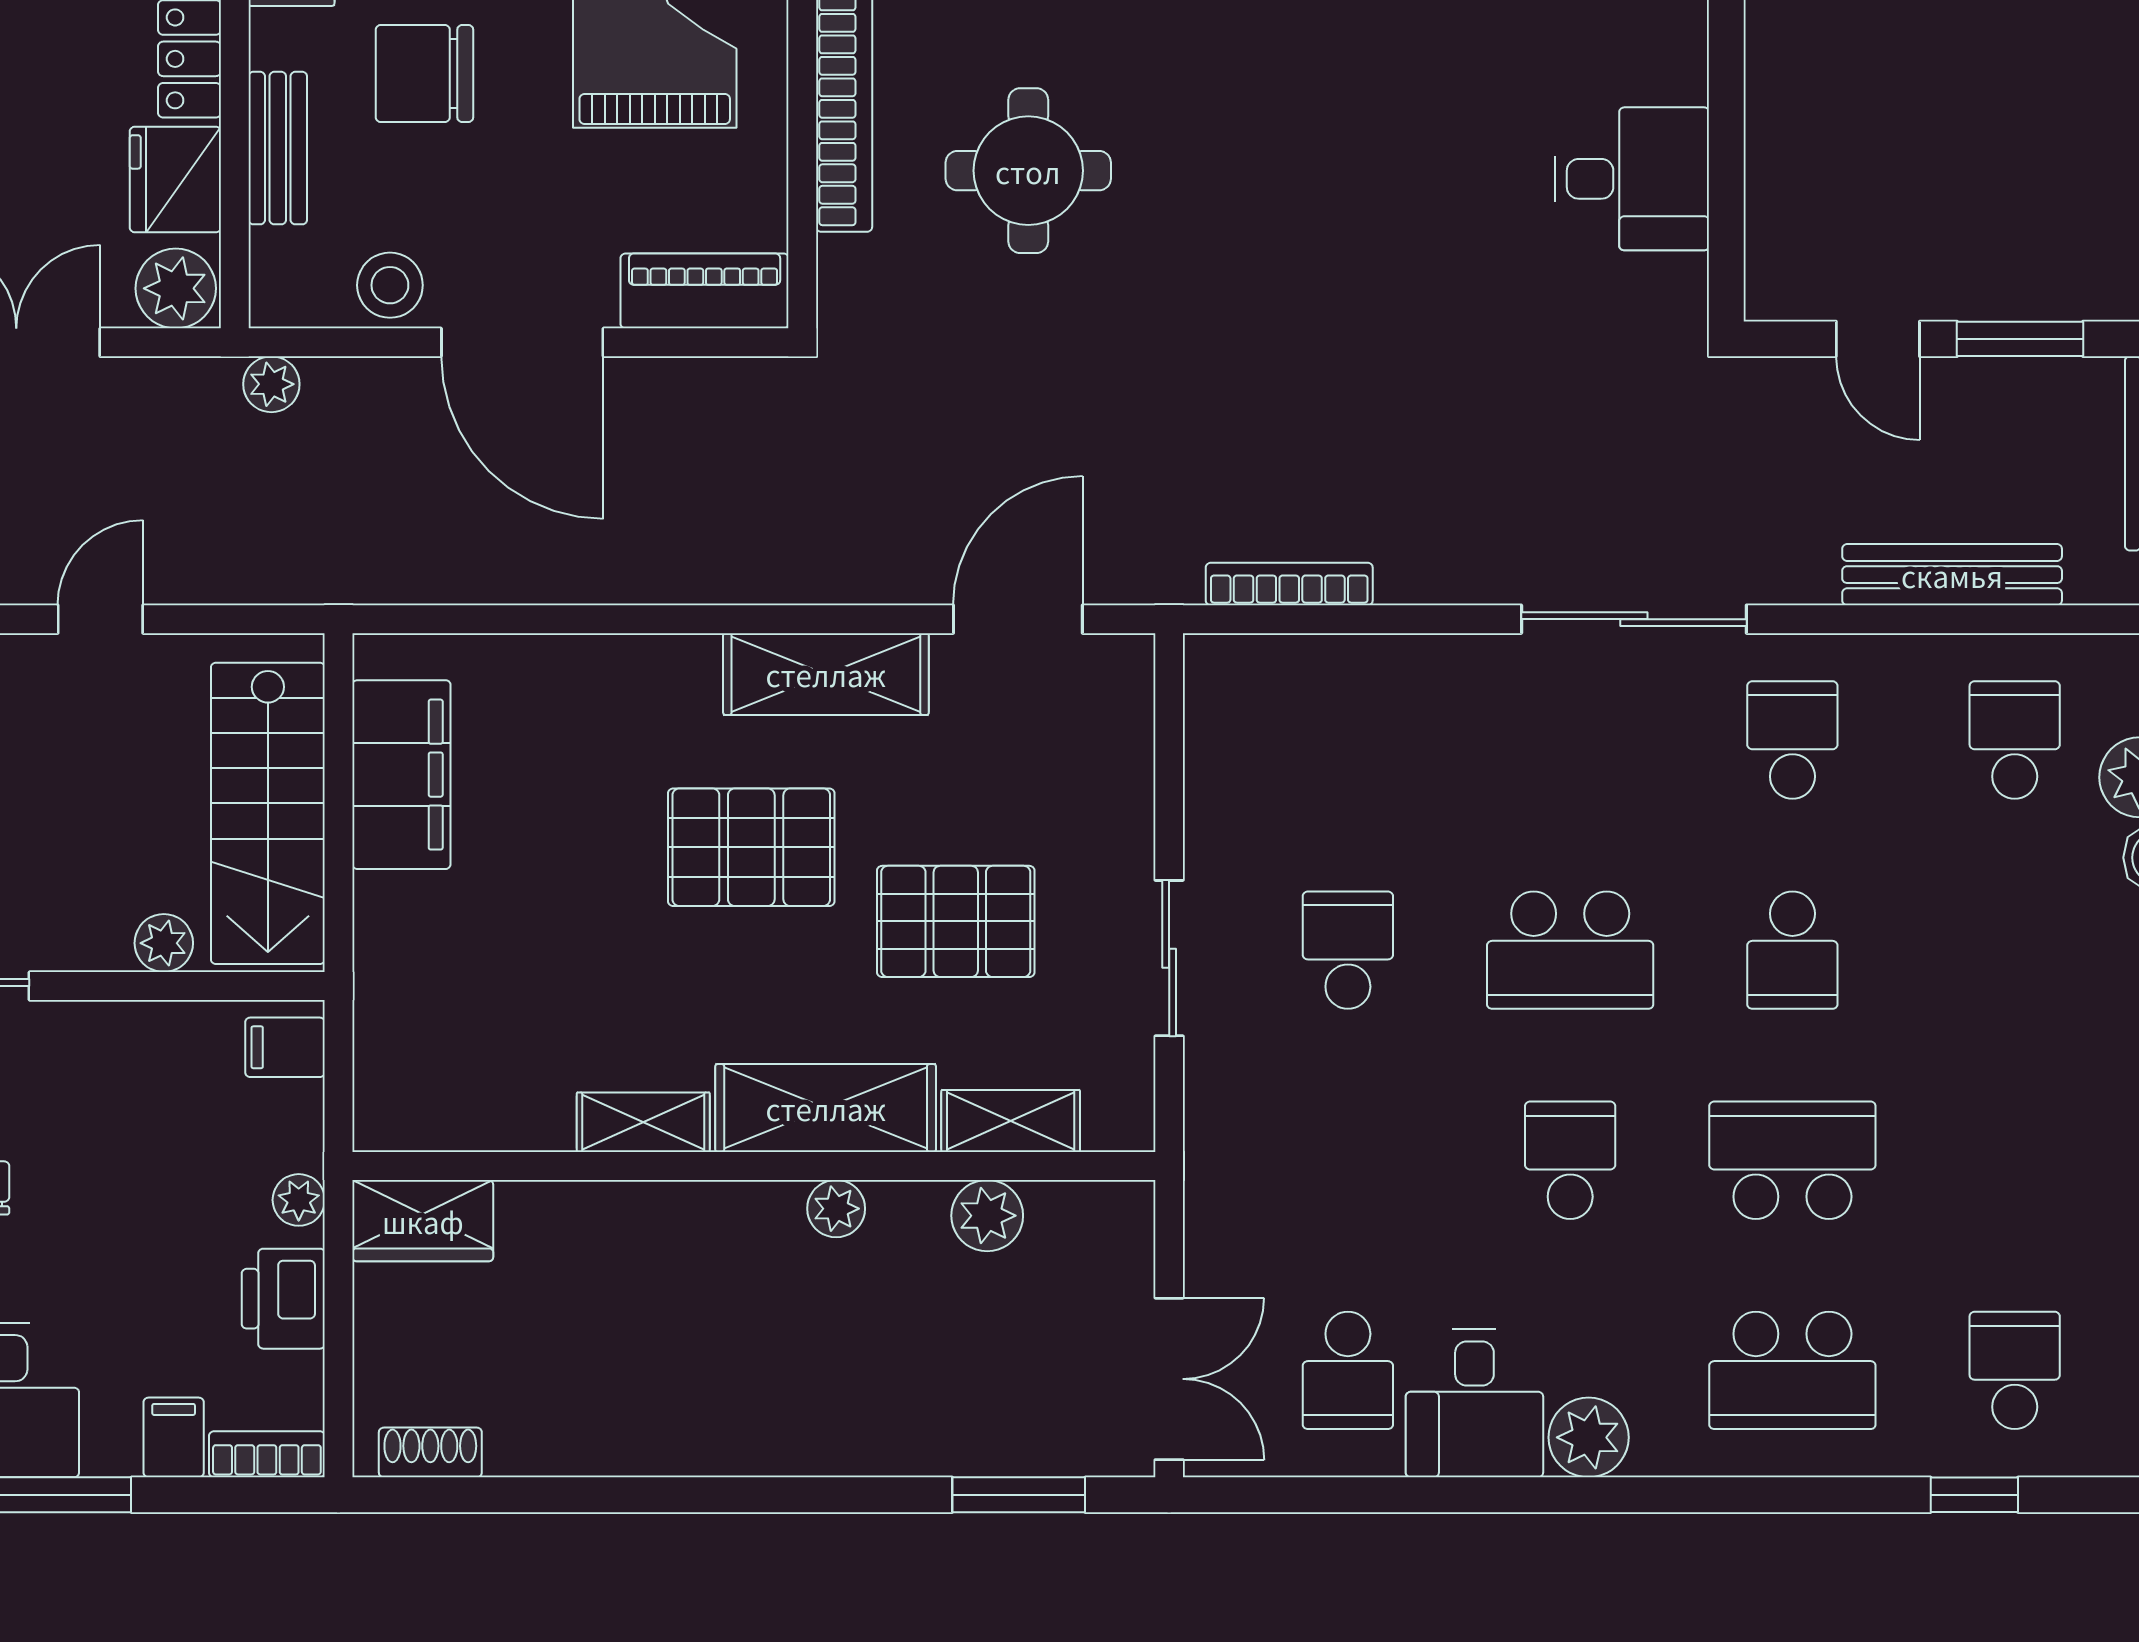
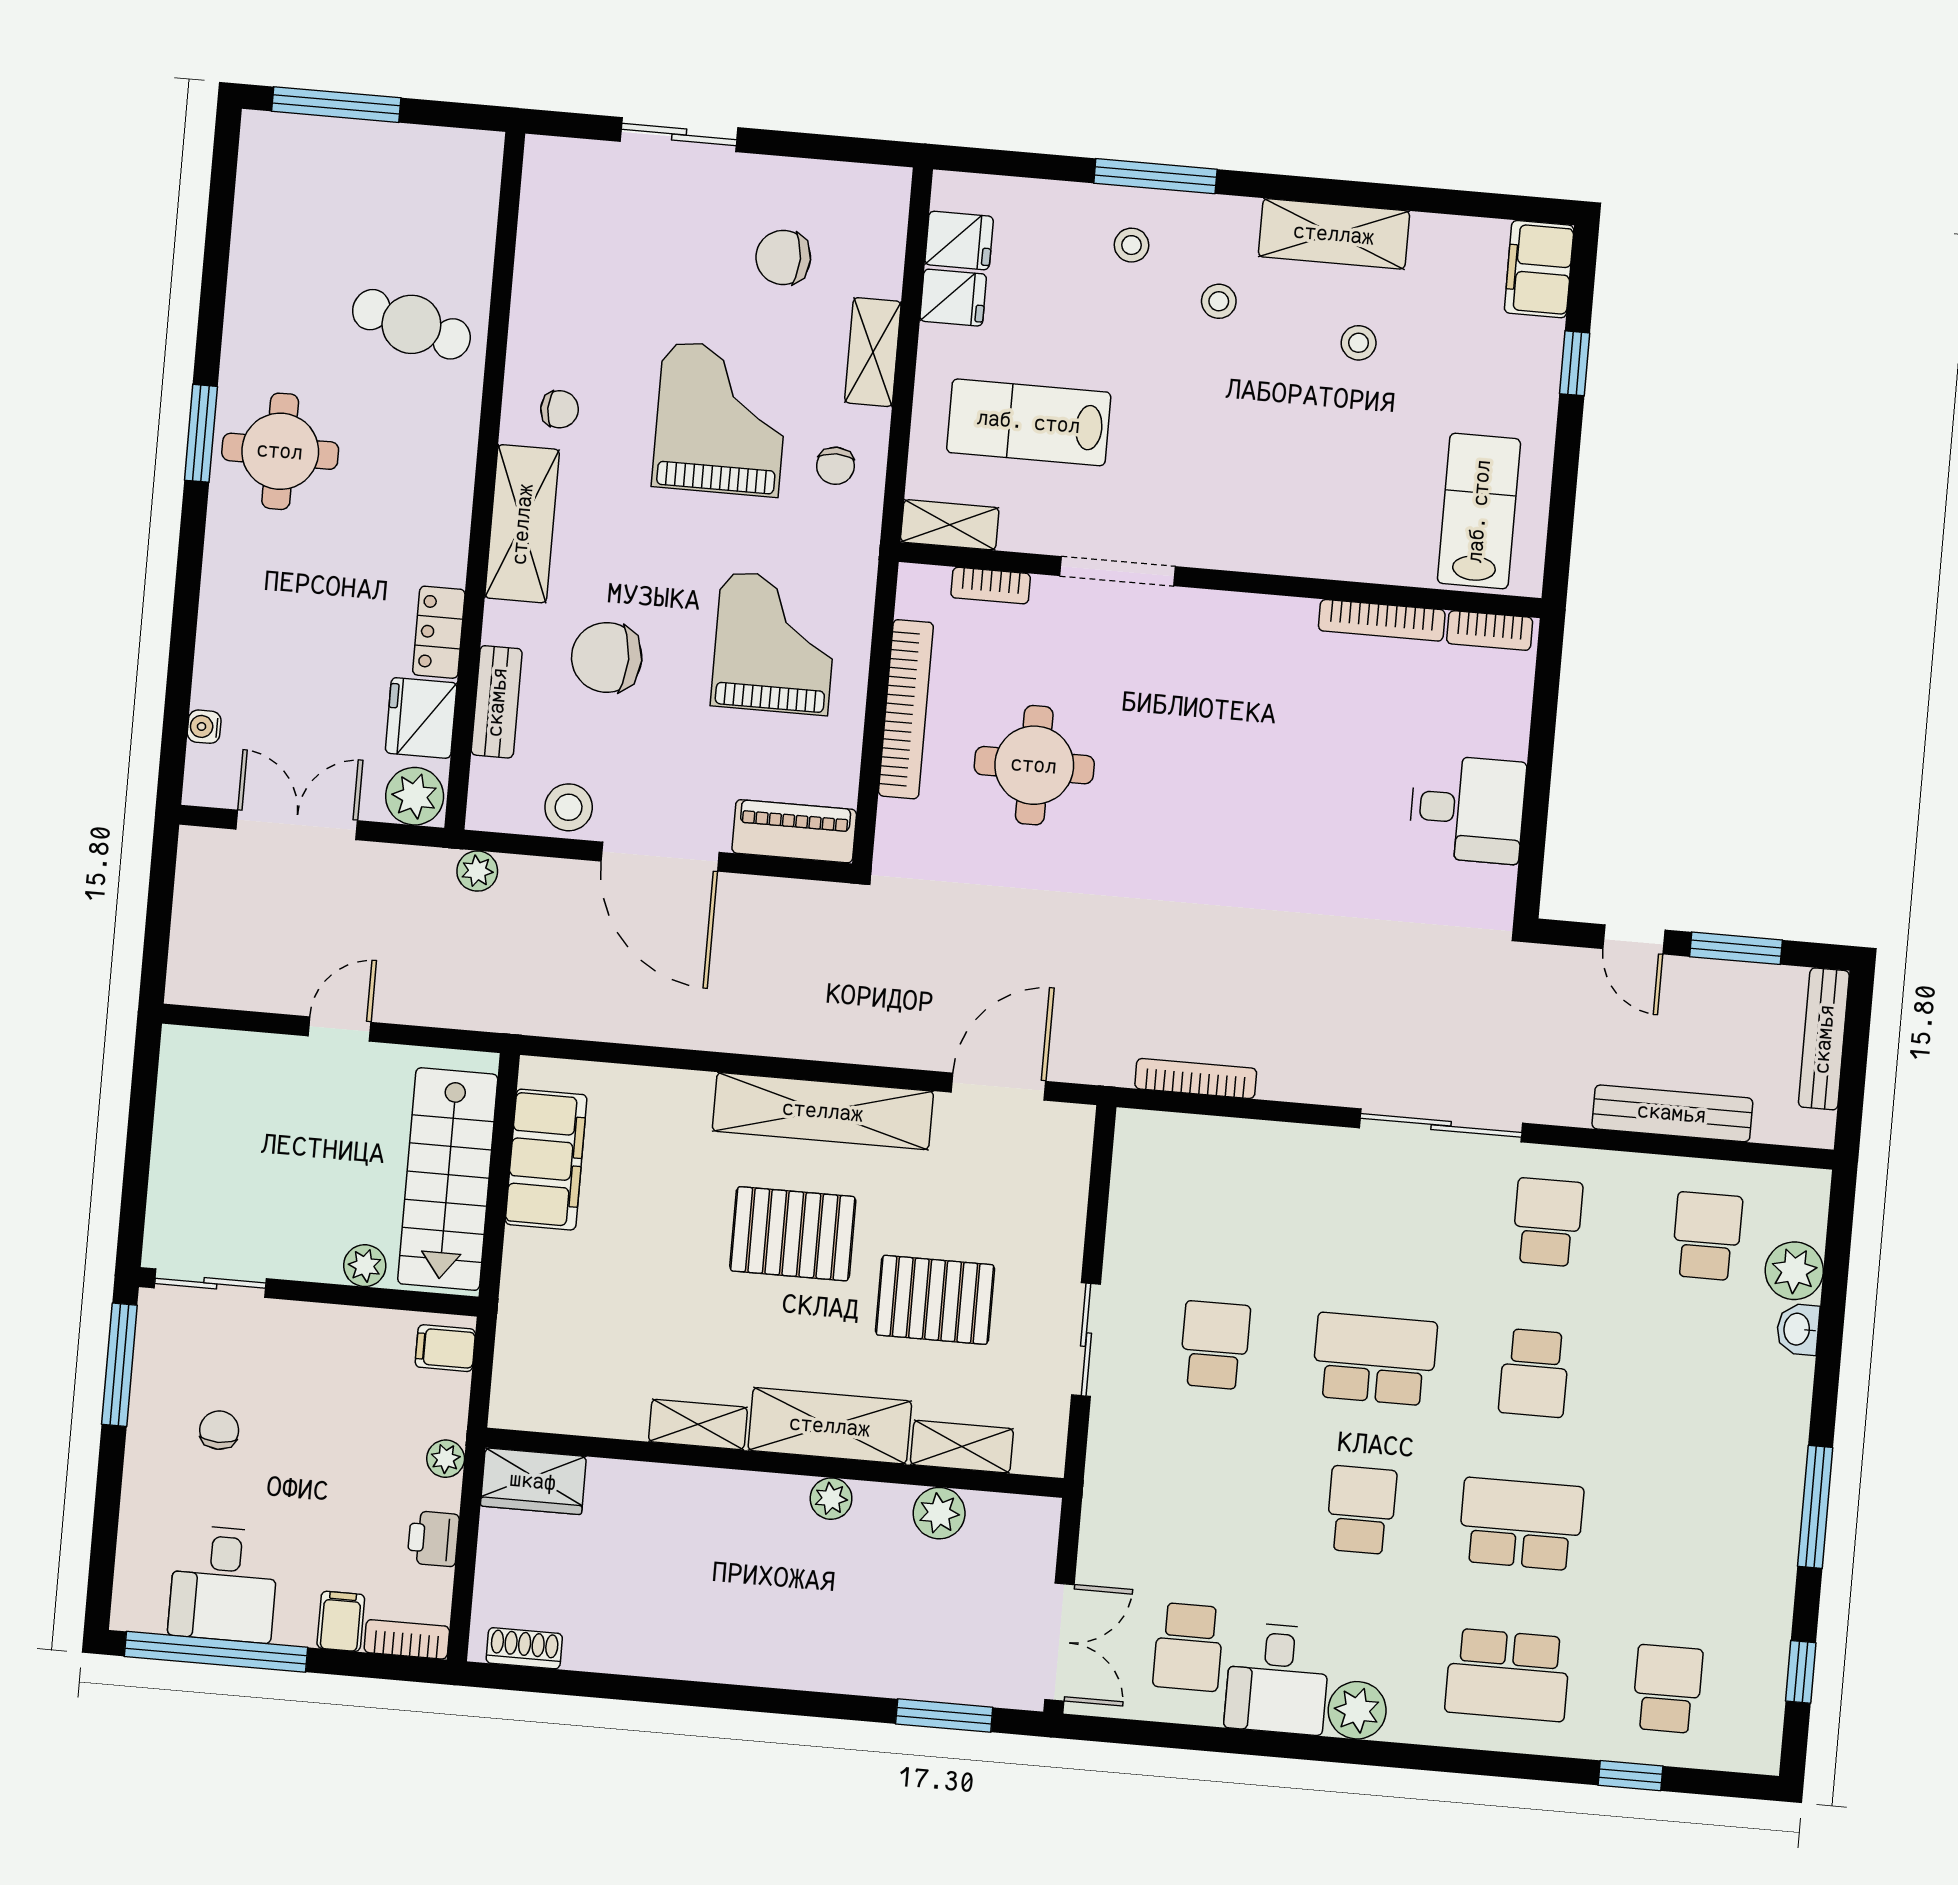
shelving: (826, 674) -> (823, 1111), width x1.47
school desk: (1570, 950) -> (1374, 1359), turned 180
printer: (283, 1299) -> (433, 1539), width x0.73, depth x0.81

